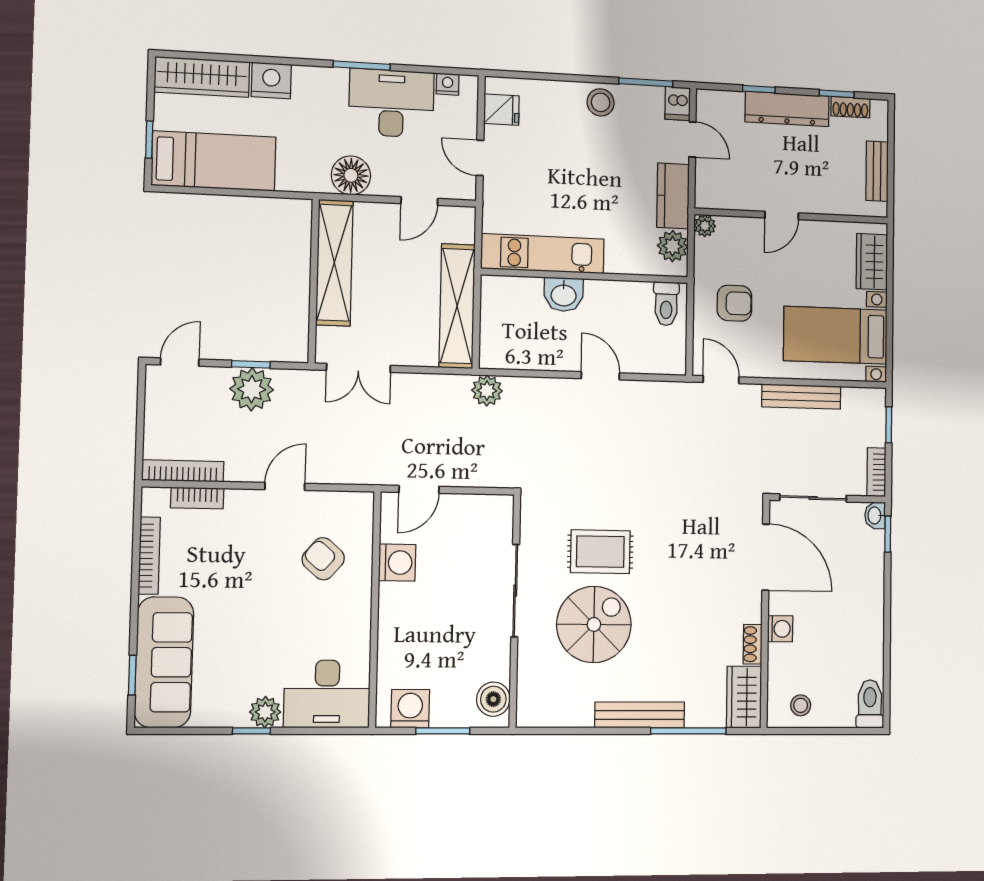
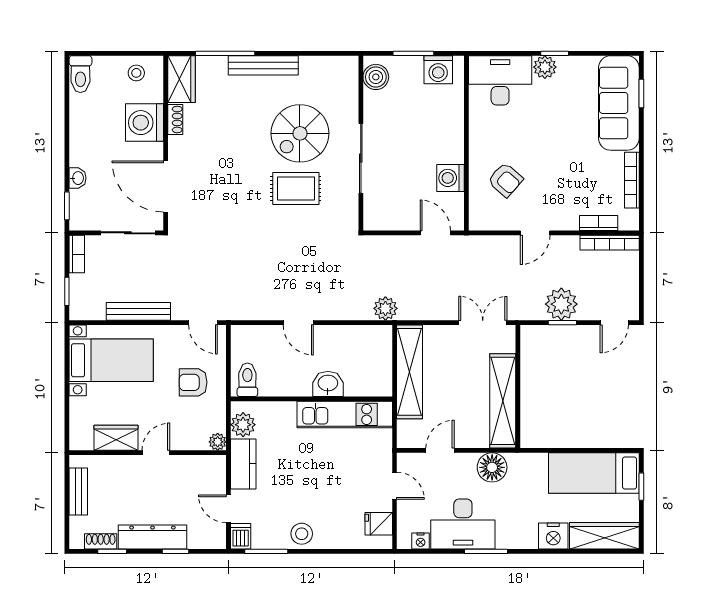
wardrobe: (872, 262) -> (116, 438), moved, turned -90
door: (419, 489) -> (435, 233), hinge flipped
washbasin: (875, 515) -> (78, 178), moved
washing machine: (780, 629) -> (145, 123), width x1.89, depth x1.89

